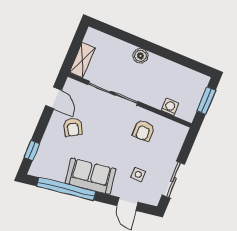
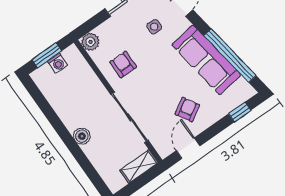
washing machine: (170, 107) -> (58, 63), moved, turned -90
armchair: (144, 131) -> (123, 64), turned -90
plant: (179, 132) -> (90, 42), added
sofa: (91, 176) -> (206, 60), width x1.36

